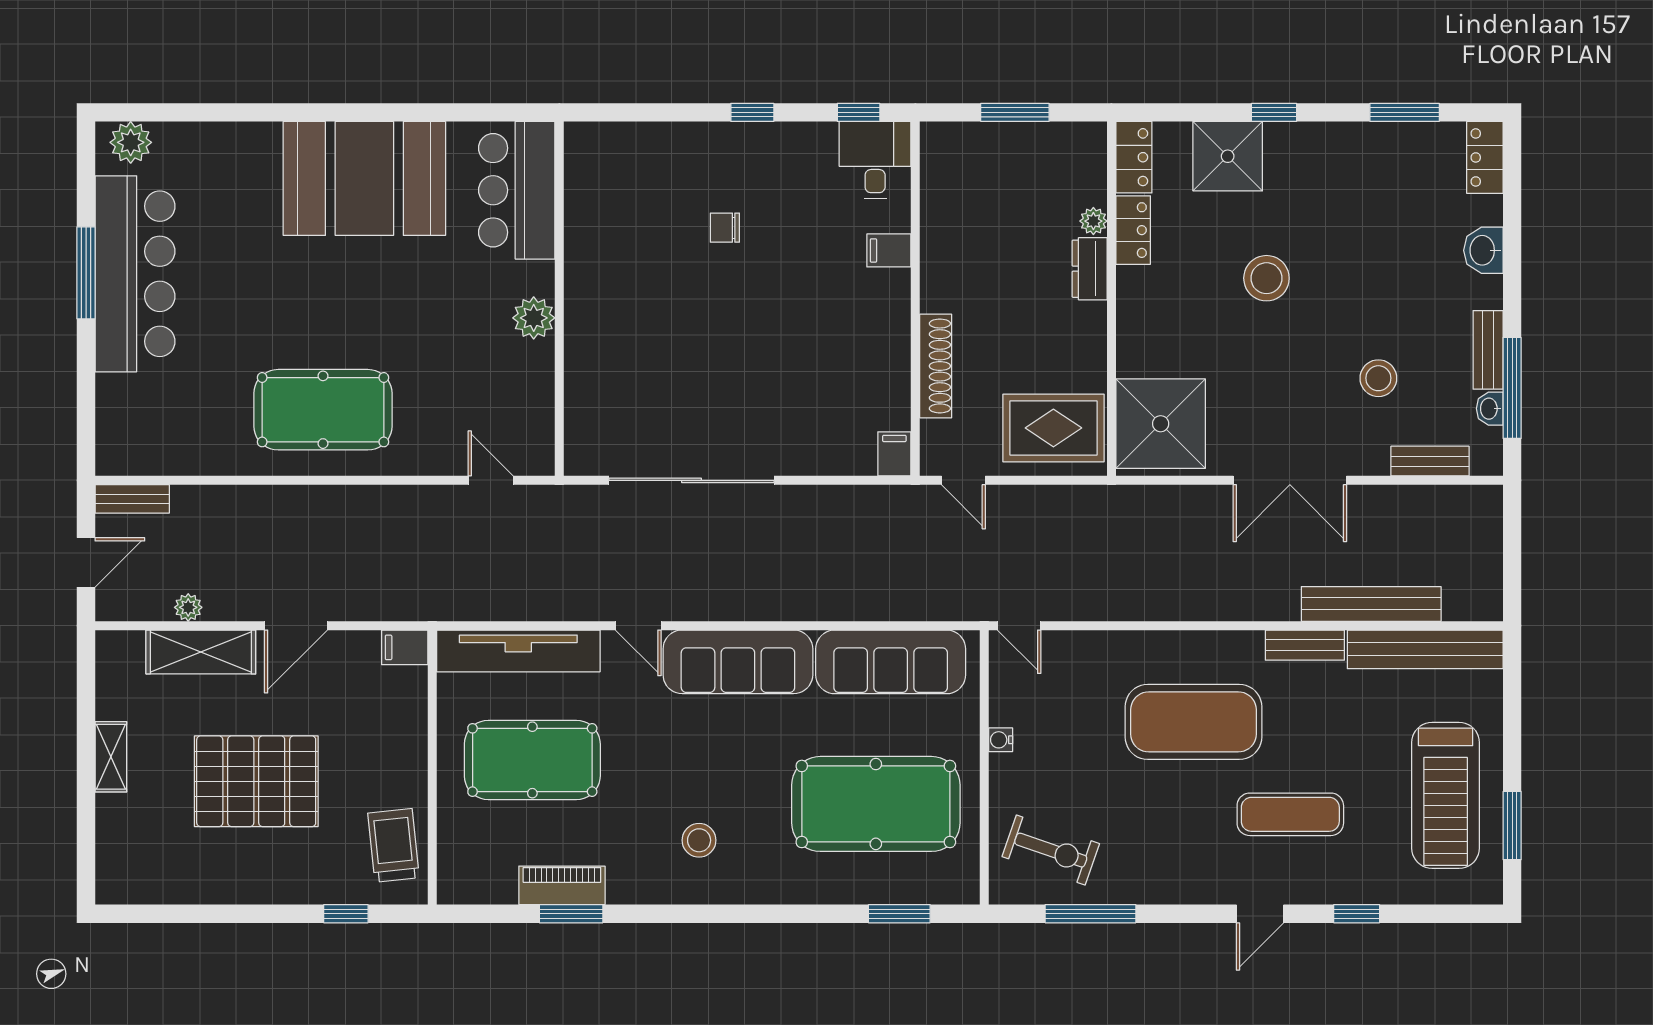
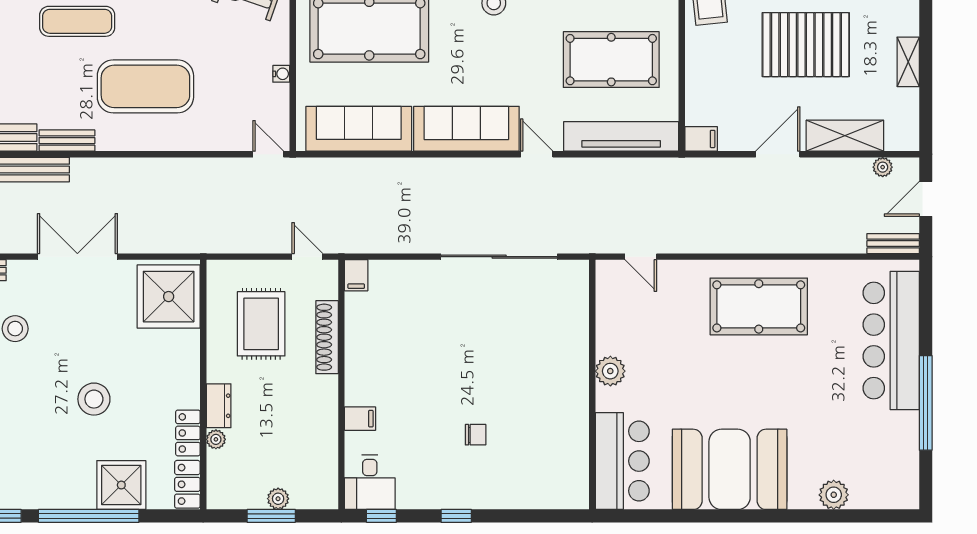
window: (1274, 112) -> (89, 516), width x3.17
plant: (1005, 137) -> (278, 499), added
plant: (131, 142) -> (834, 495), moved
window: (86, 273) -> (926, 403), width x1.46
bar counter: (135, 274) -> (891, 340), moved
rug: (1053, 428) -> (261, 324), moved, turned 90
plant: (188, 607) -> (883, 167), moved

